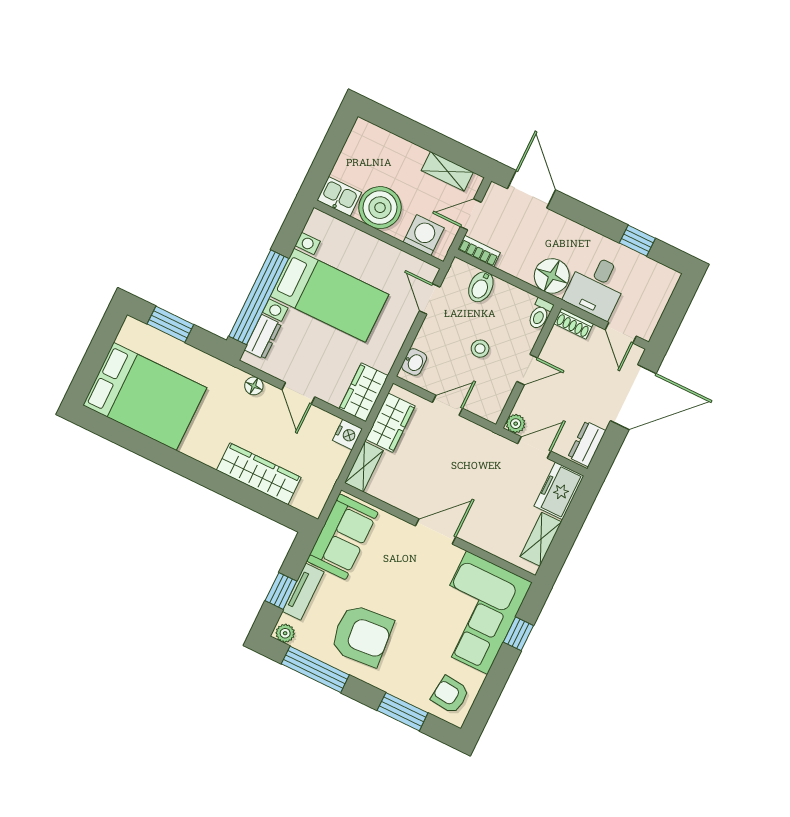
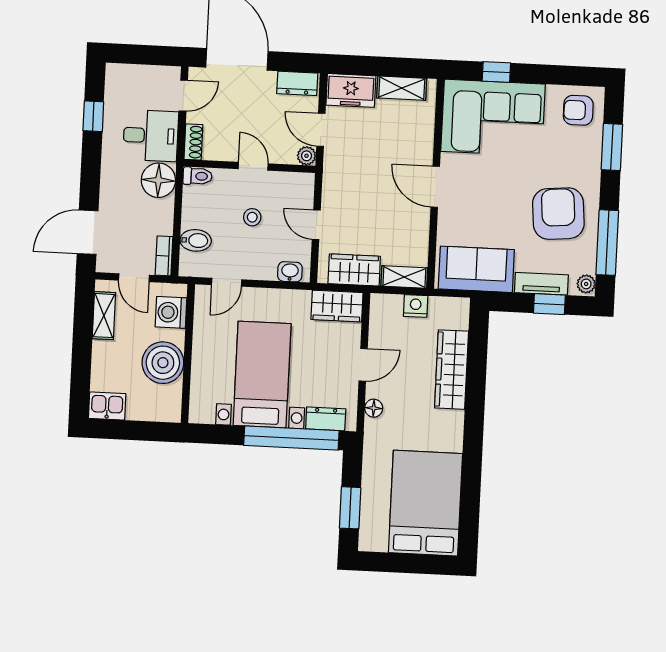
kitchen sink: (339, 196) -> (107, 406), moved, turned 90
nightstand: (347, 435) -> (416, 306), moved
armchair: (450, 695) -> (578, 110), turned 84

